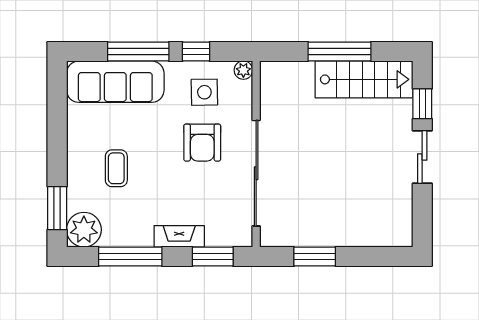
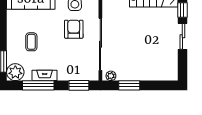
armchair: (202, 143) -> (74, 29), turned 180
fireplace: (179, 236) -> (45, 75), moved
plant: (277, 237) -> (111, 76), added

